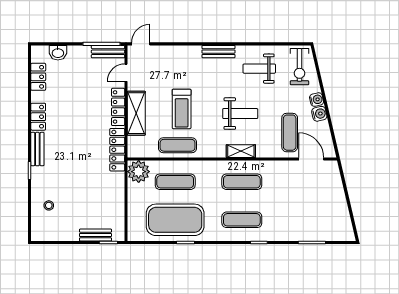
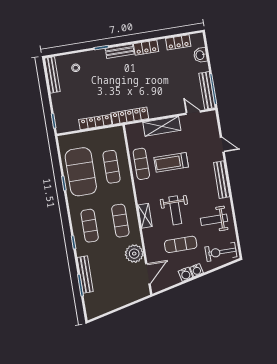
door: (141, 44) -> (222, 145), moved
bench: (108, 52) -> (207, 90), width x1.36
bench: (218, 52) -> (222, 180), width x1.36
weight bench: (259, 69) -> (214, 220), turned -90
locker: (118, 107) -> (95, 122), moved
exercise mat: (290, 133) -> (181, 244), moved
plant: (139, 172) -> (134, 254), moved
bench: (95, 235) -> (52, 75), moved, width x1.36
bench: (300, 235) -> (85, 274), added

